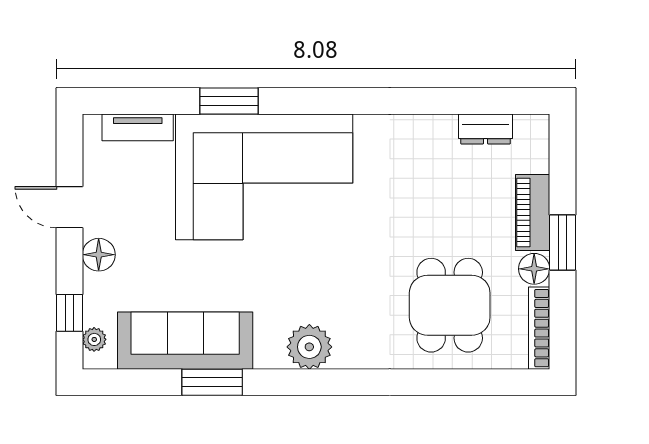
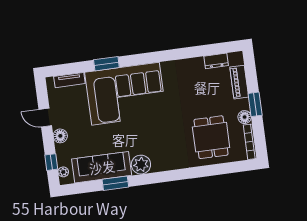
piano: (533, 213) -> (239, 82), moved
plant: (309, 347) -> (141, 165), moved

